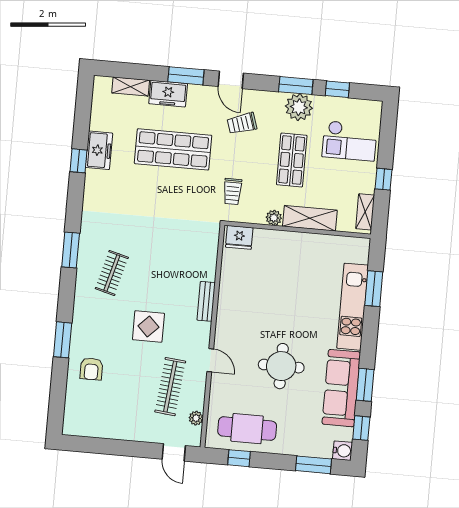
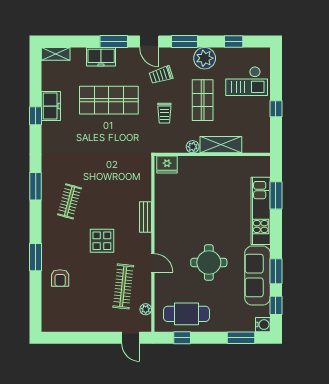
window: (296, 86) -> (185, 42), moved
shelving: (131, 87) -> (56, 54), moved
trolley: (232, 191) -> (164, 113), moved
shelving: (365, 212) -> (264, 136), removed

